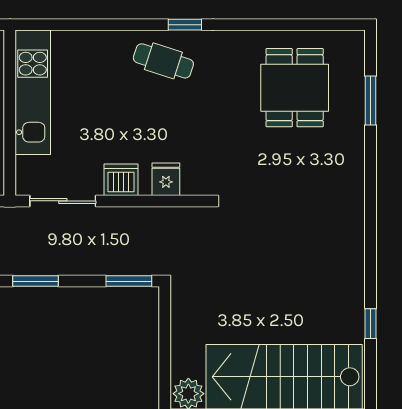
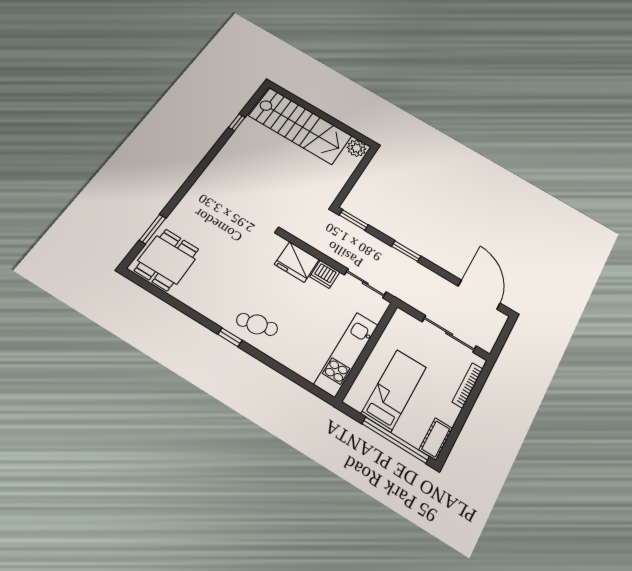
cafe table: (163, 61) -> (257, 324), turned -32
dining table: (295, 88) -> (167, 260), moved
fridge: (166, 179) -> (297, 262), width x1.88, depth x1.34

